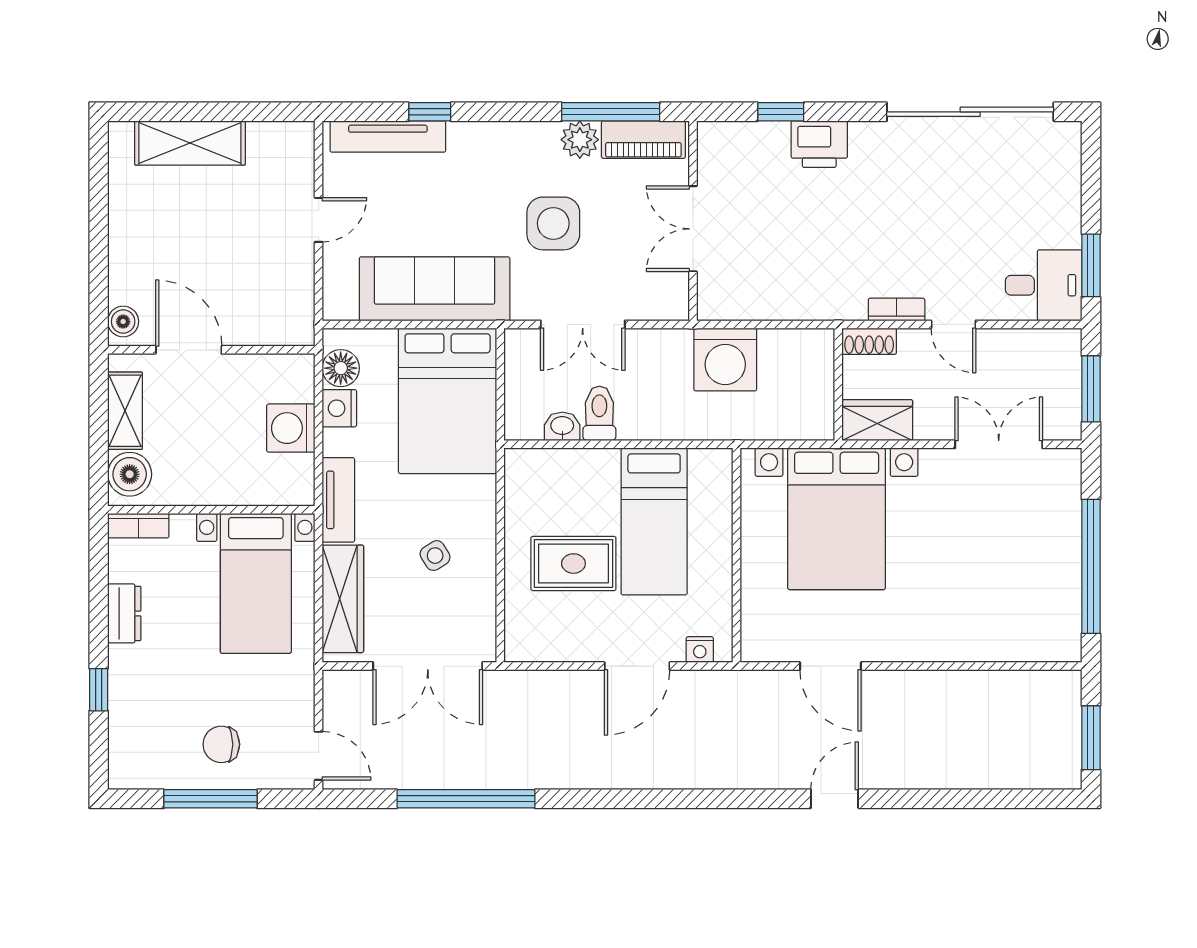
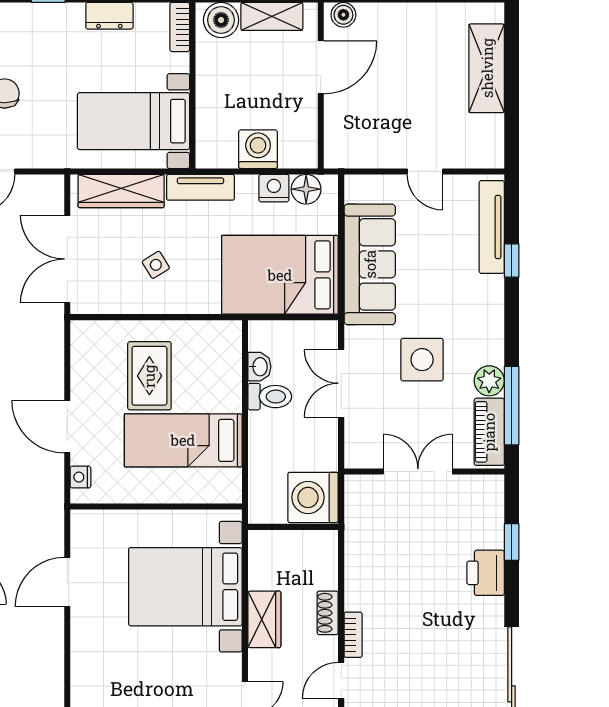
wall: (838, 384) -> (293, 527), moved

